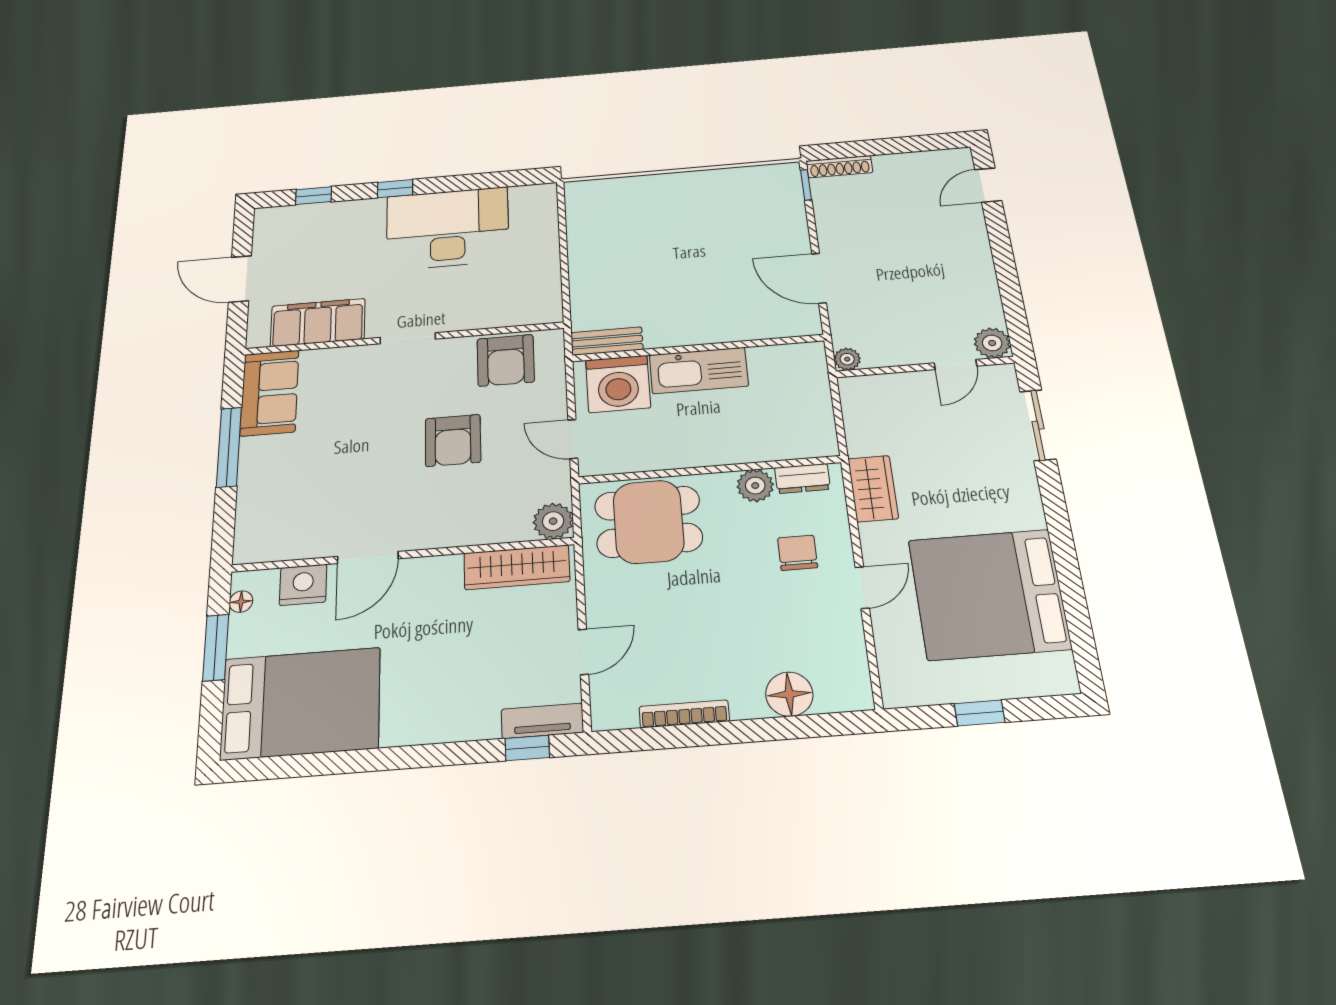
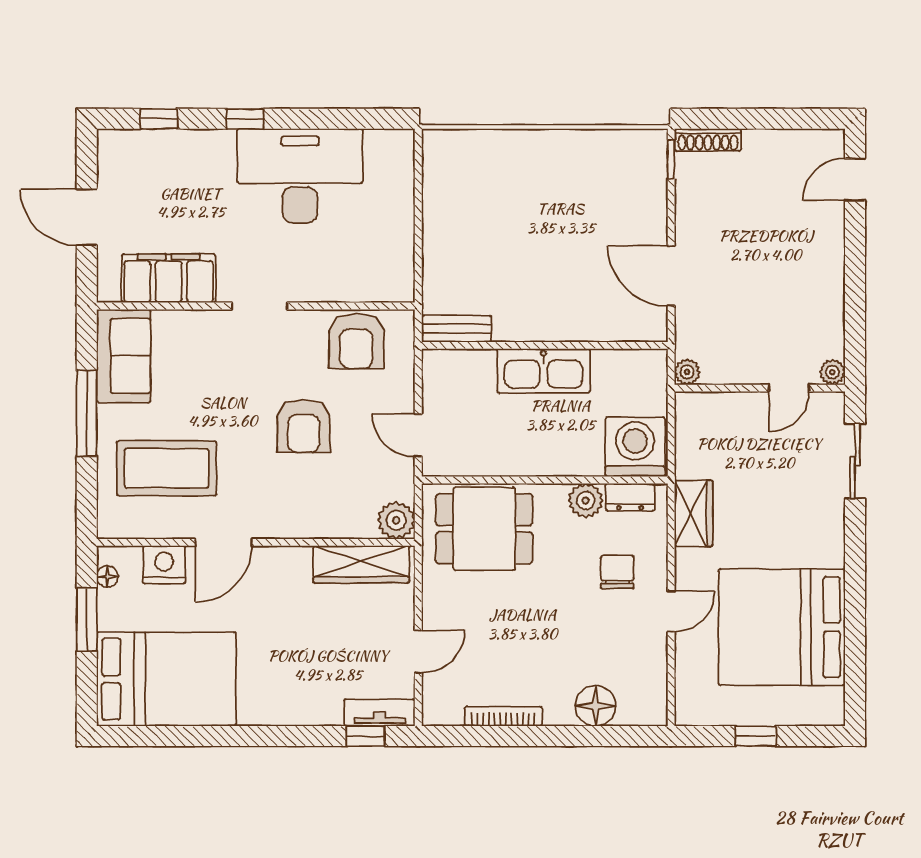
plant: (992, 343) -> (832, 372), width x0.73, depth x0.73
washing machine: (618, 384) -> (635, 447), moved, turned 180
coffee table: (309, 491) -> (166, 468), added

